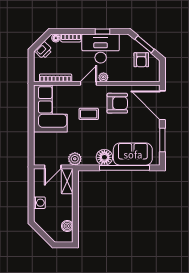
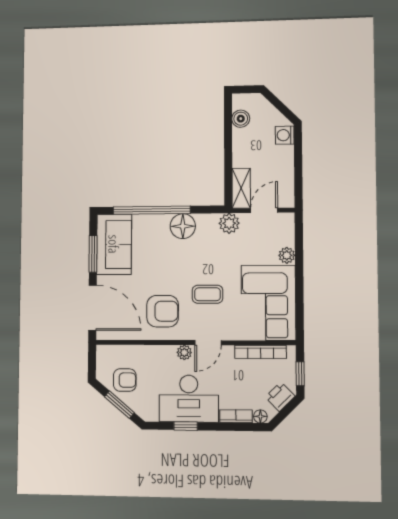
armchair: (141, 60) -> (125, 380), turned 90
window: (31, 65) -> (300, 374), added
armchair: (117, 103) -> (163, 311), turned 180
plant: (39, 138) -> (287, 255), added
sofa: (133, 154) -> (114, 244), moved, turned -90
washing machine: (39, 203) -> (285, 135), moved

